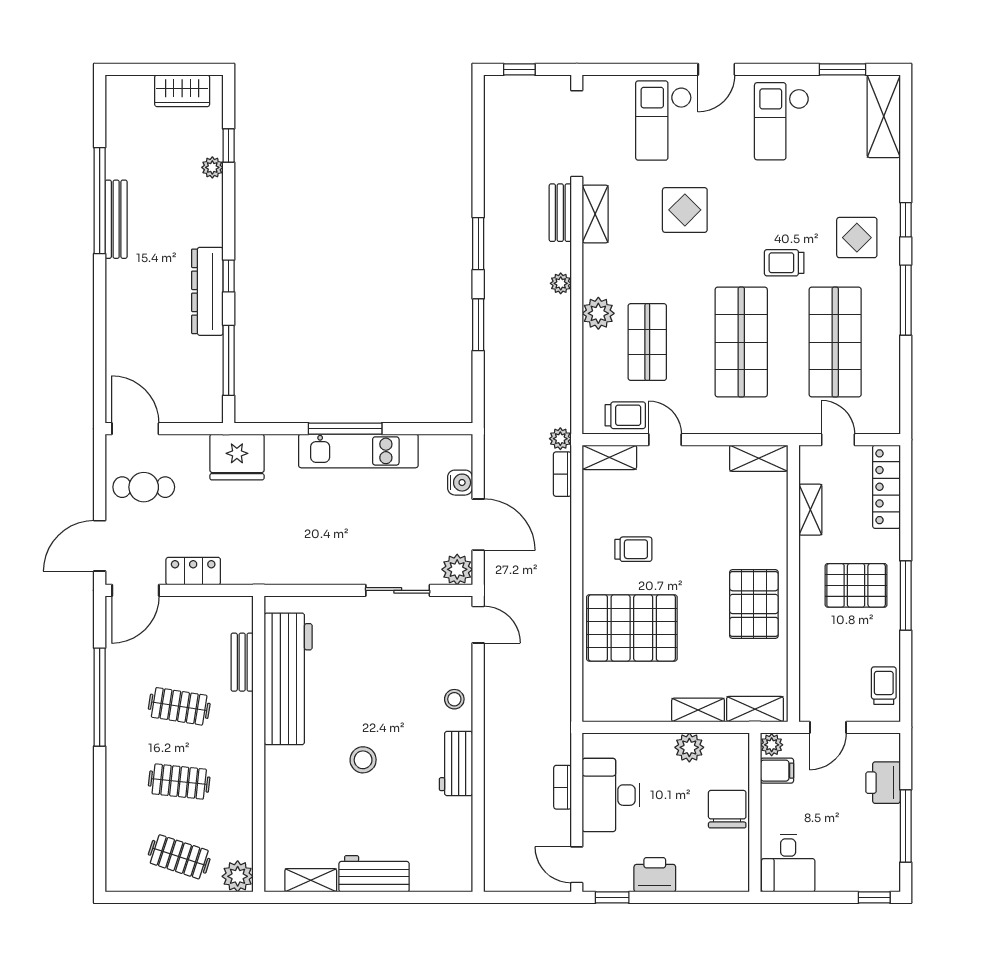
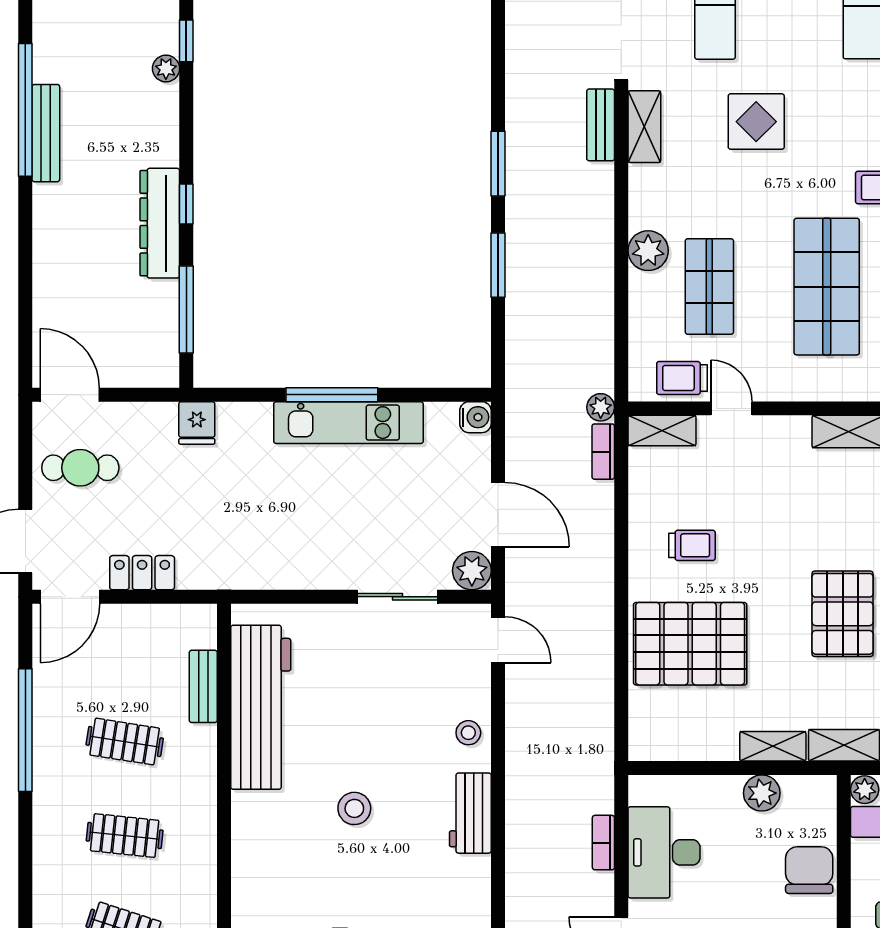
plant: (561, 283) -> (601, 213), removed
trolley: (625, 415) -> (682, 378), turned 180
fridge: (237, 457) -> (197, 423), width x0.53, depth x0.75
water cooler: (460, 483) -> (475, 417), moved

